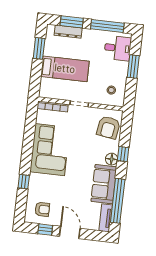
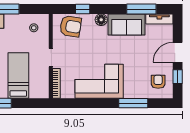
window: (123, 154) -> (83, 9), moved
window: (24, 182) -> (133, 103), width x2.17
window: (118, 201) -> (141, 9), width x0.68

